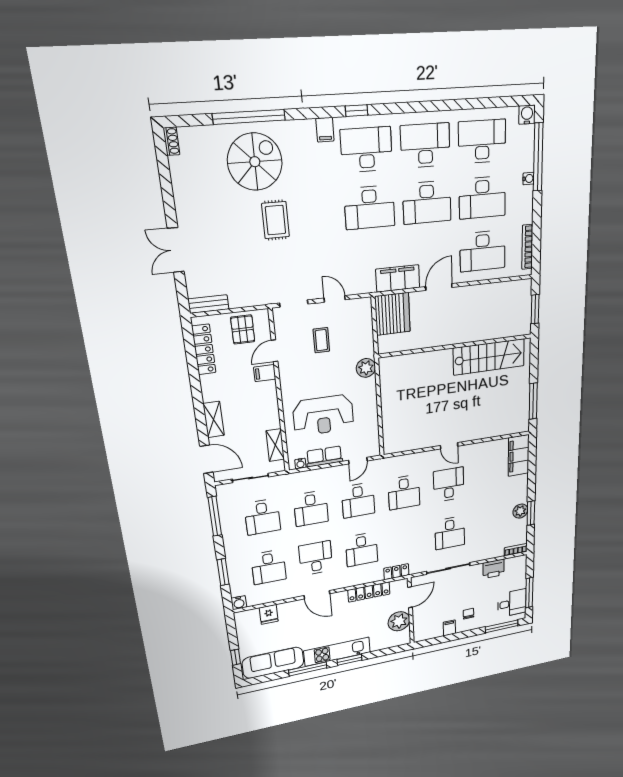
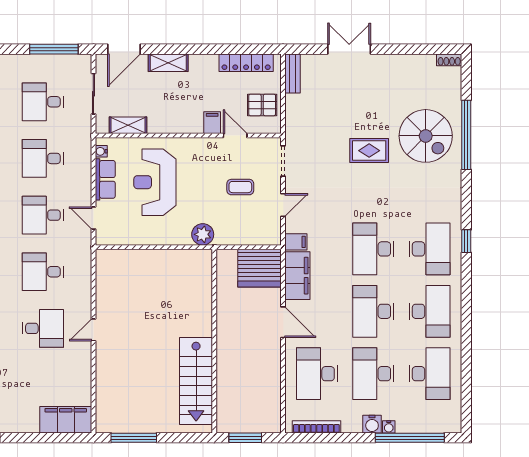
water cooler: (527, 115) -> (372, 424), moved, turned 90
filing cabinet: (325, 130) -> (296, 242), moved, turned 180

